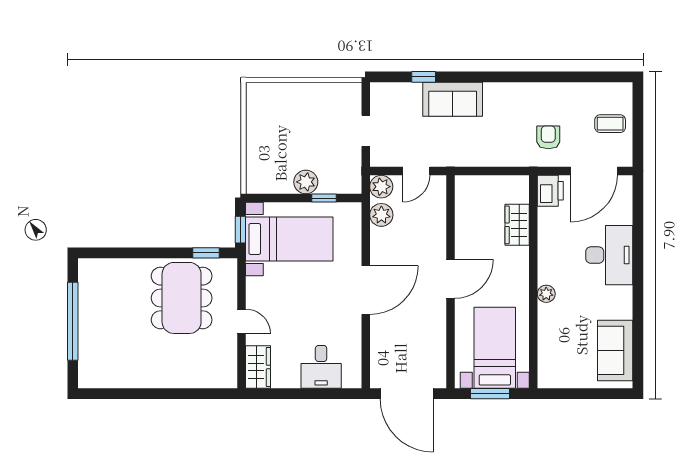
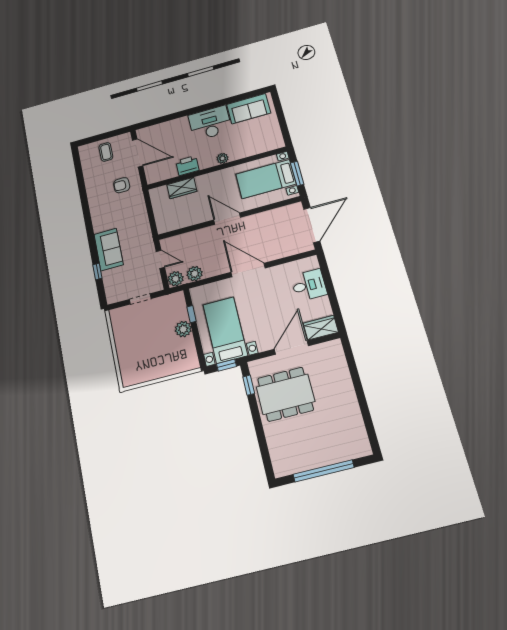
printer: (550, 191) -> (187, 166), moved
desk: (609, 255) -> (210, 123), moved
door: (241, 321) -> (291, 348), width x1.87

